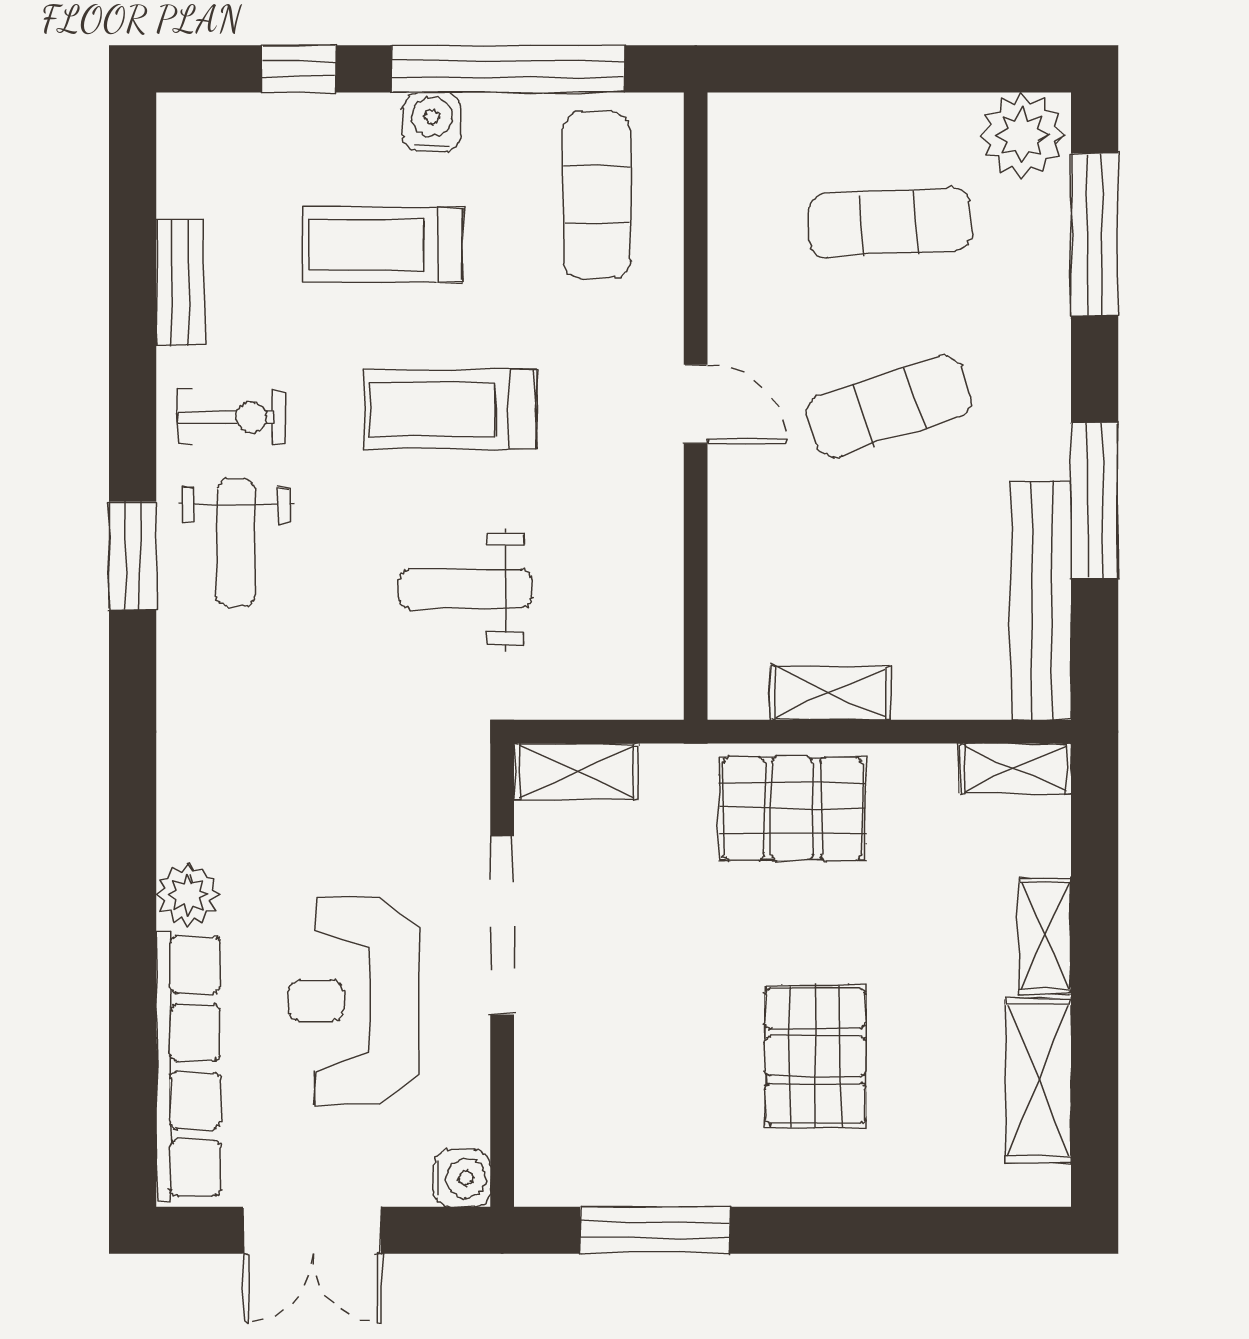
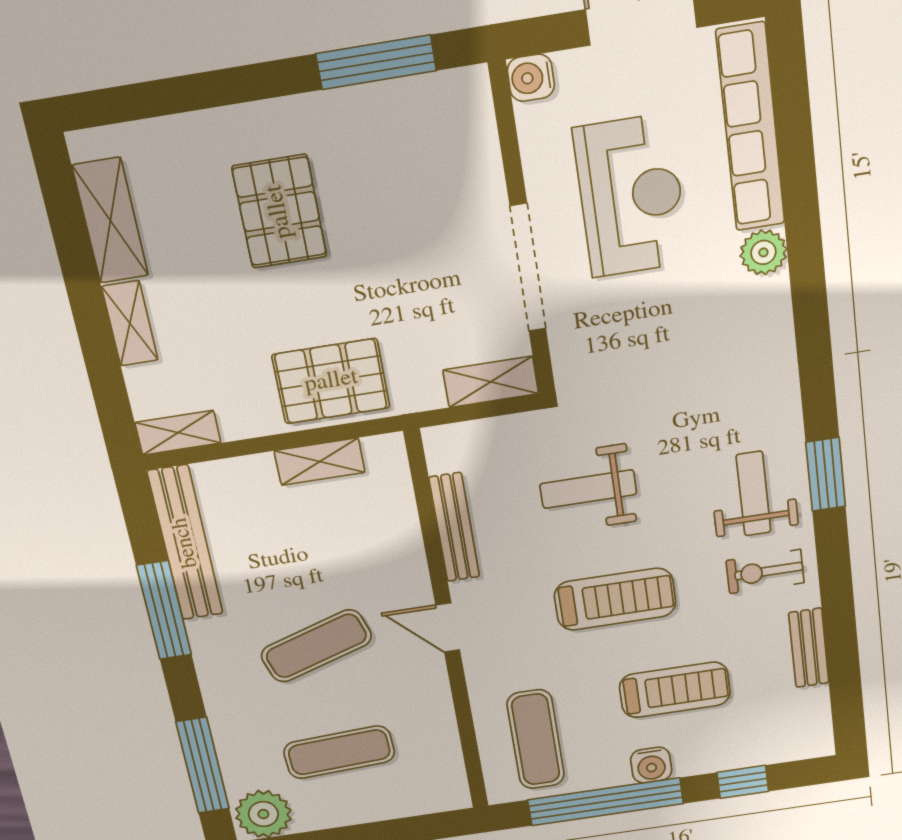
bench: (661, 562) -> (454, 527), added
weight bench: (465, 589) -> (588, 489), turned 180

